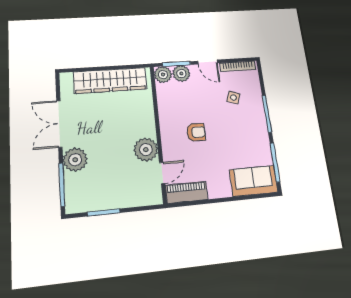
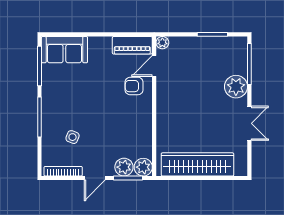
door: (208, 62) -> (95, 178), swing flipped
double door: (59, 124) -> (249, 123), width x0.73
armchair: (196, 132) -> (134, 86), moved
plant: (146, 150) -> (162, 43), moved, width x0.53, depth x0.53

